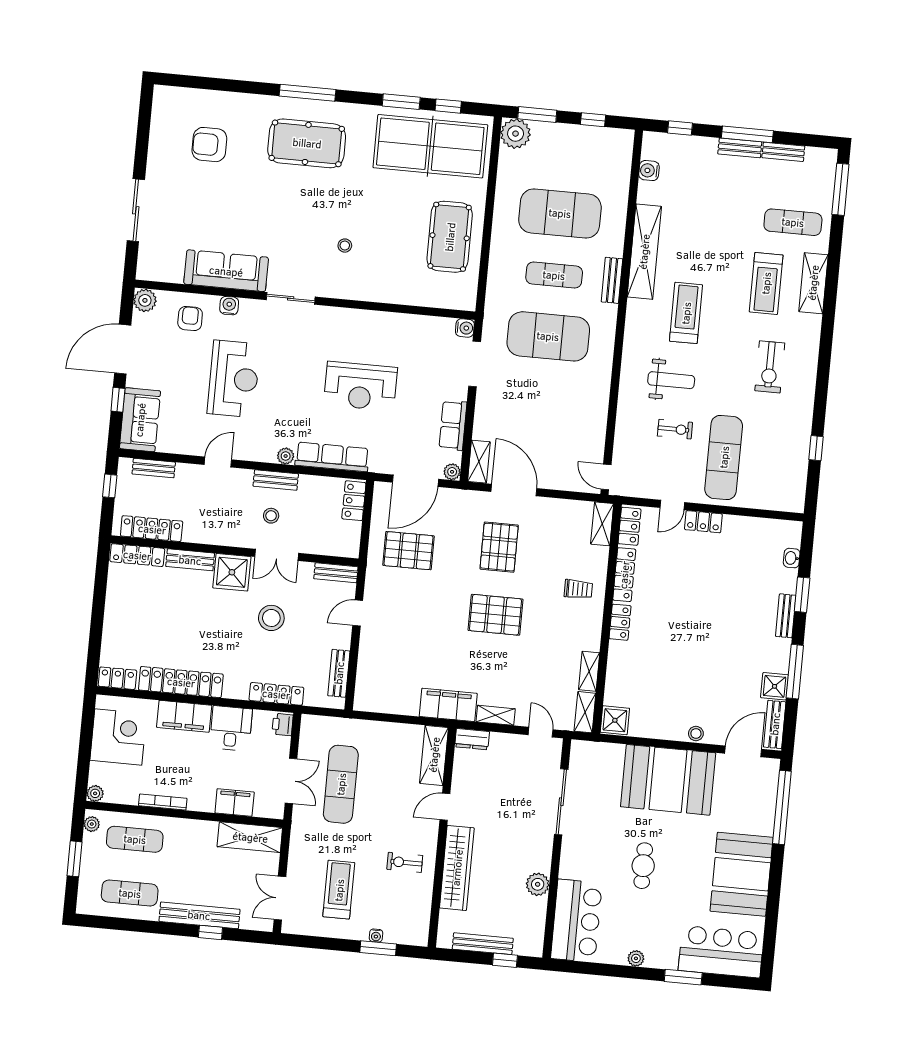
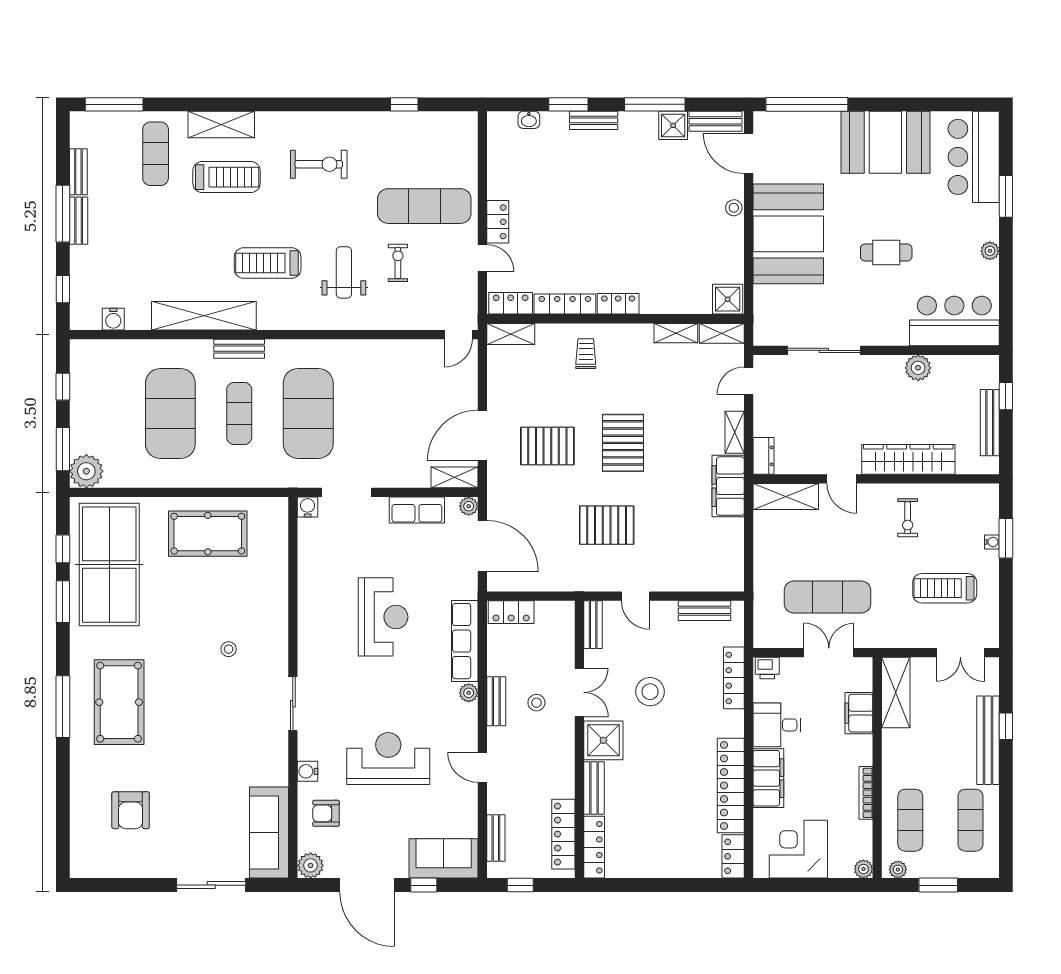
sofa: (226, 271) -> (269, 833), moved
pallet: (408, 551) -> (607, 525), moved, turned 90

